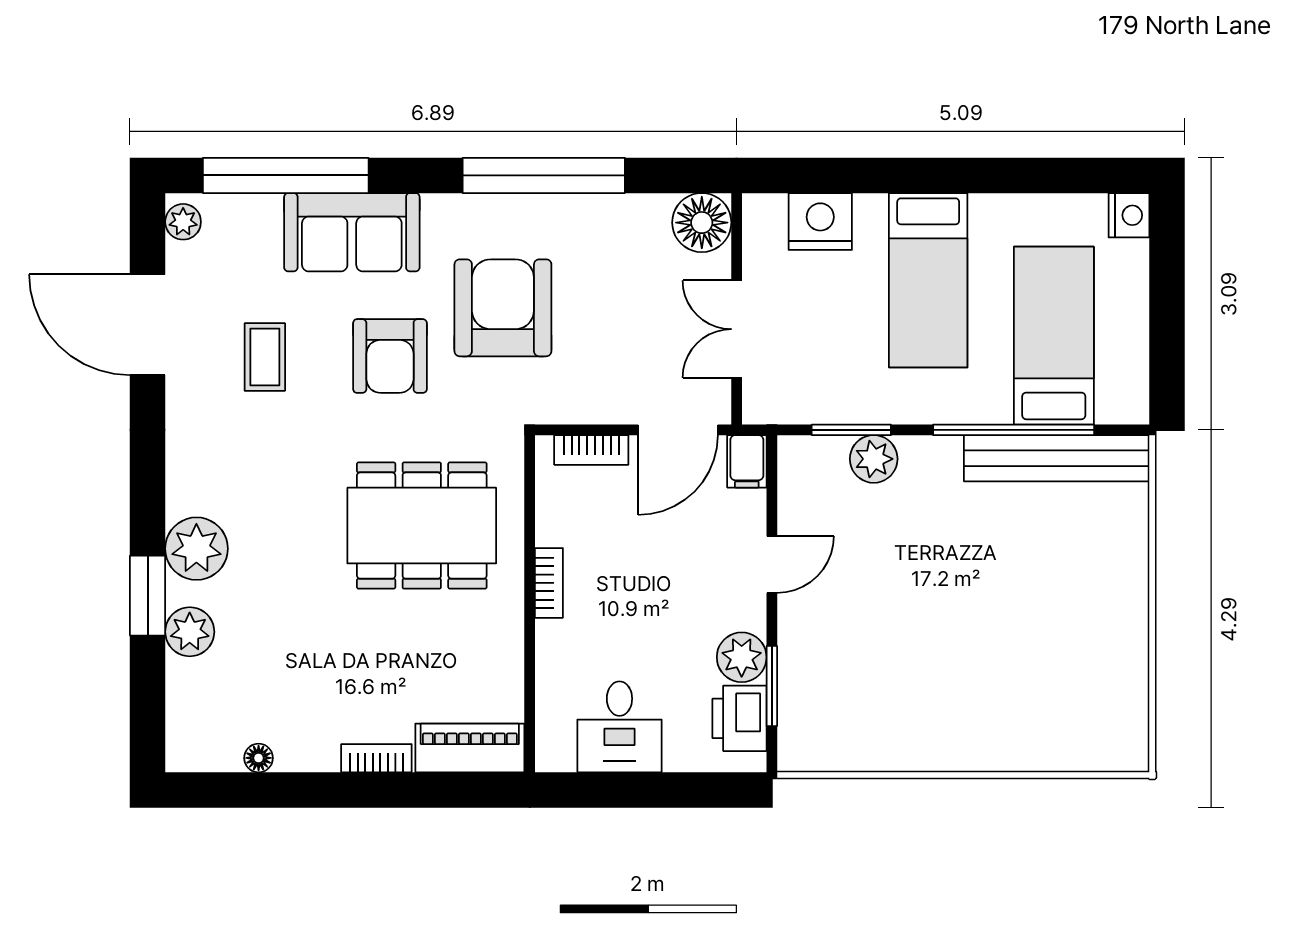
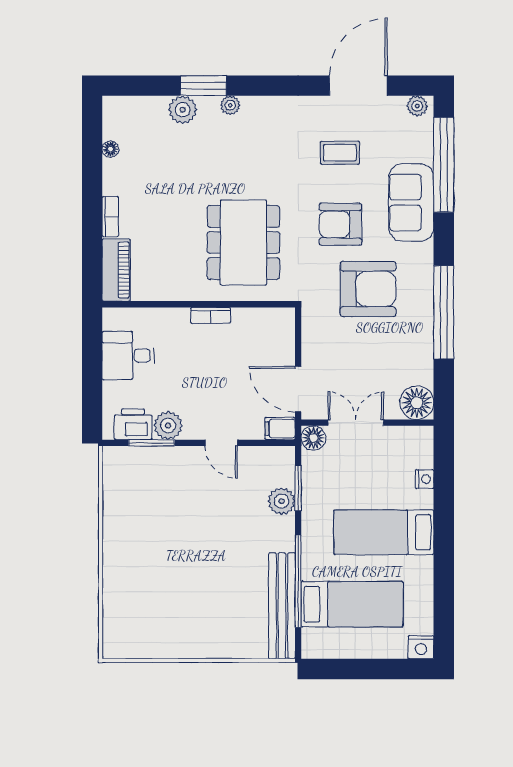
nightstand: (820, 221) -> (425, 479), width x0.53, depth x0.56
floor lamp: (763, 403) -> (313, 438), added
bookcase: (591, 450) -> (287, 340), removed
plant: (196, 549) -> (230, 105), width x0.53, depth x0.53

